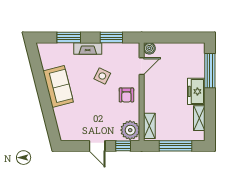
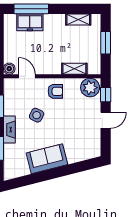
freezer: (196, 91) -> (30, 22), moved
shelving: (149, 126) -> (74, 69), moved
window: (176, 146) -> (106, 43), width x0.69

